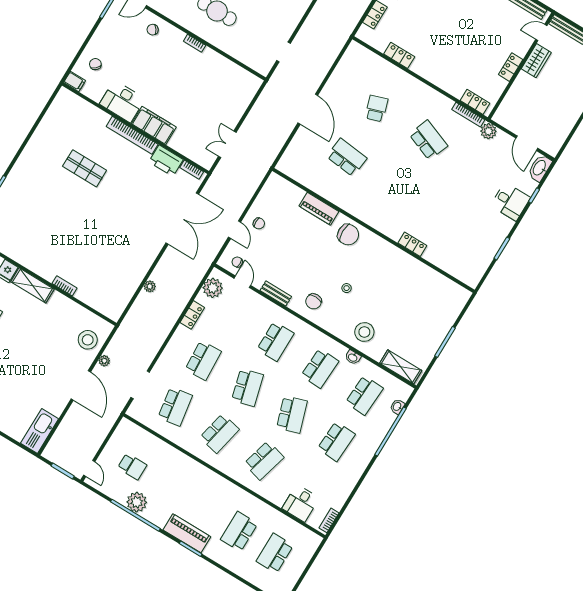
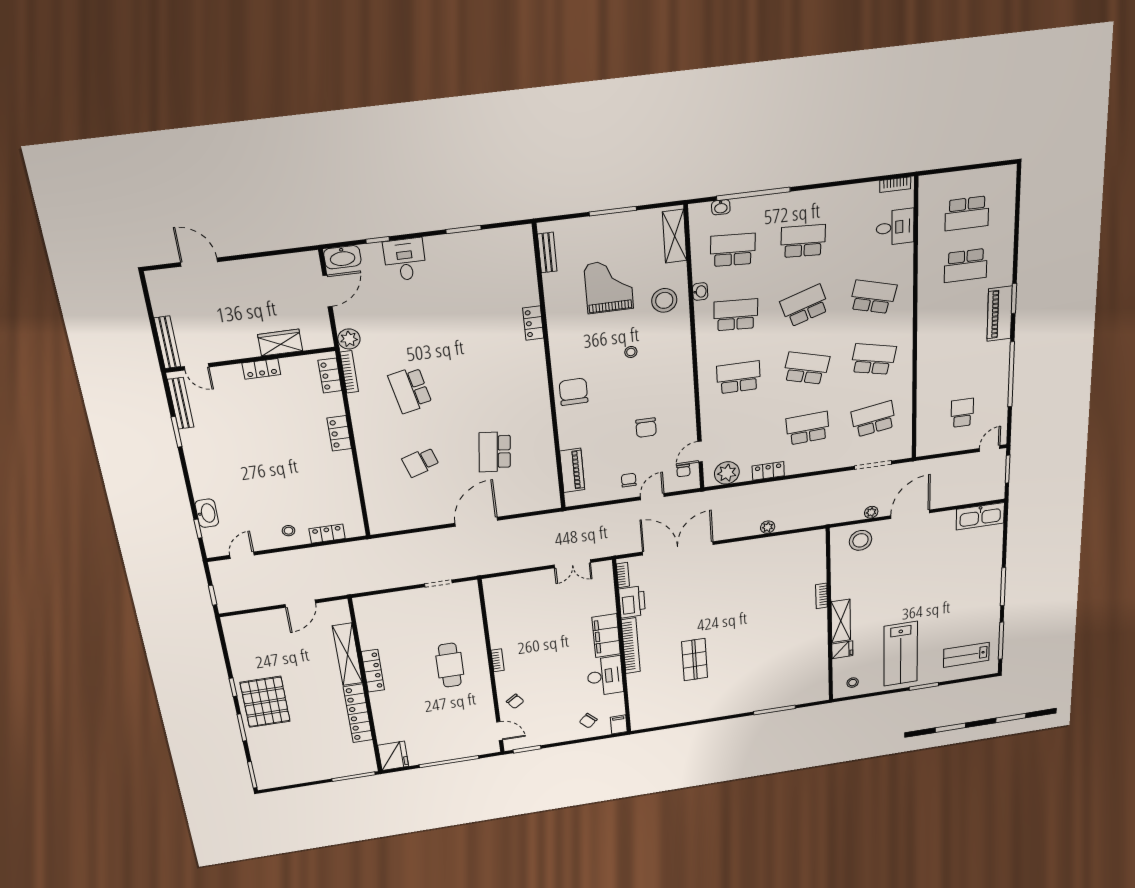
locker: (399, 55) -> (339, 433), moved
wardrobe: (536, 61) -> (280, 343), moved
school desk: (428, 140) -> (410, 390), turned -33
piano: (319, 209) -> (572, 470), moved
bench: (276, 293) -> (547, 253), moved
chair: (314, 301) -> (646, 428), moved, turned 90
grand piano: (400, 306) -> (609, 286), added
school desk: (248, 387) -> (806, 368), turned 30
plant: (137, 502) -> (997, 383), removed

